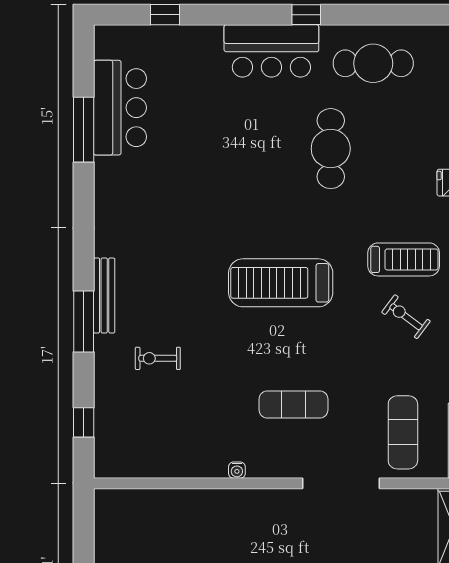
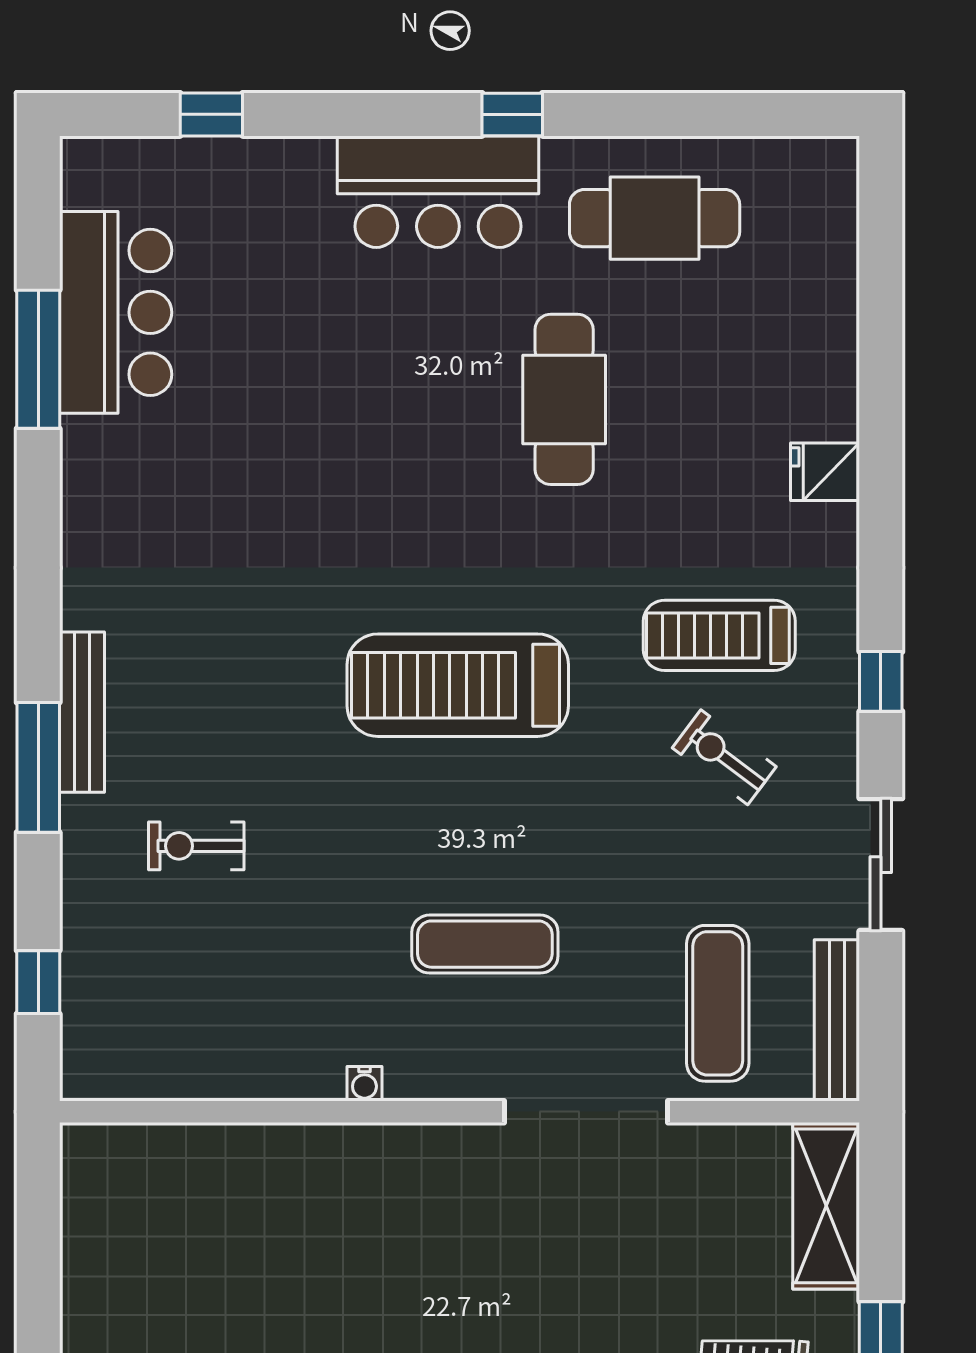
treadmill: (404, 259) -> (719, 635), turned 180

